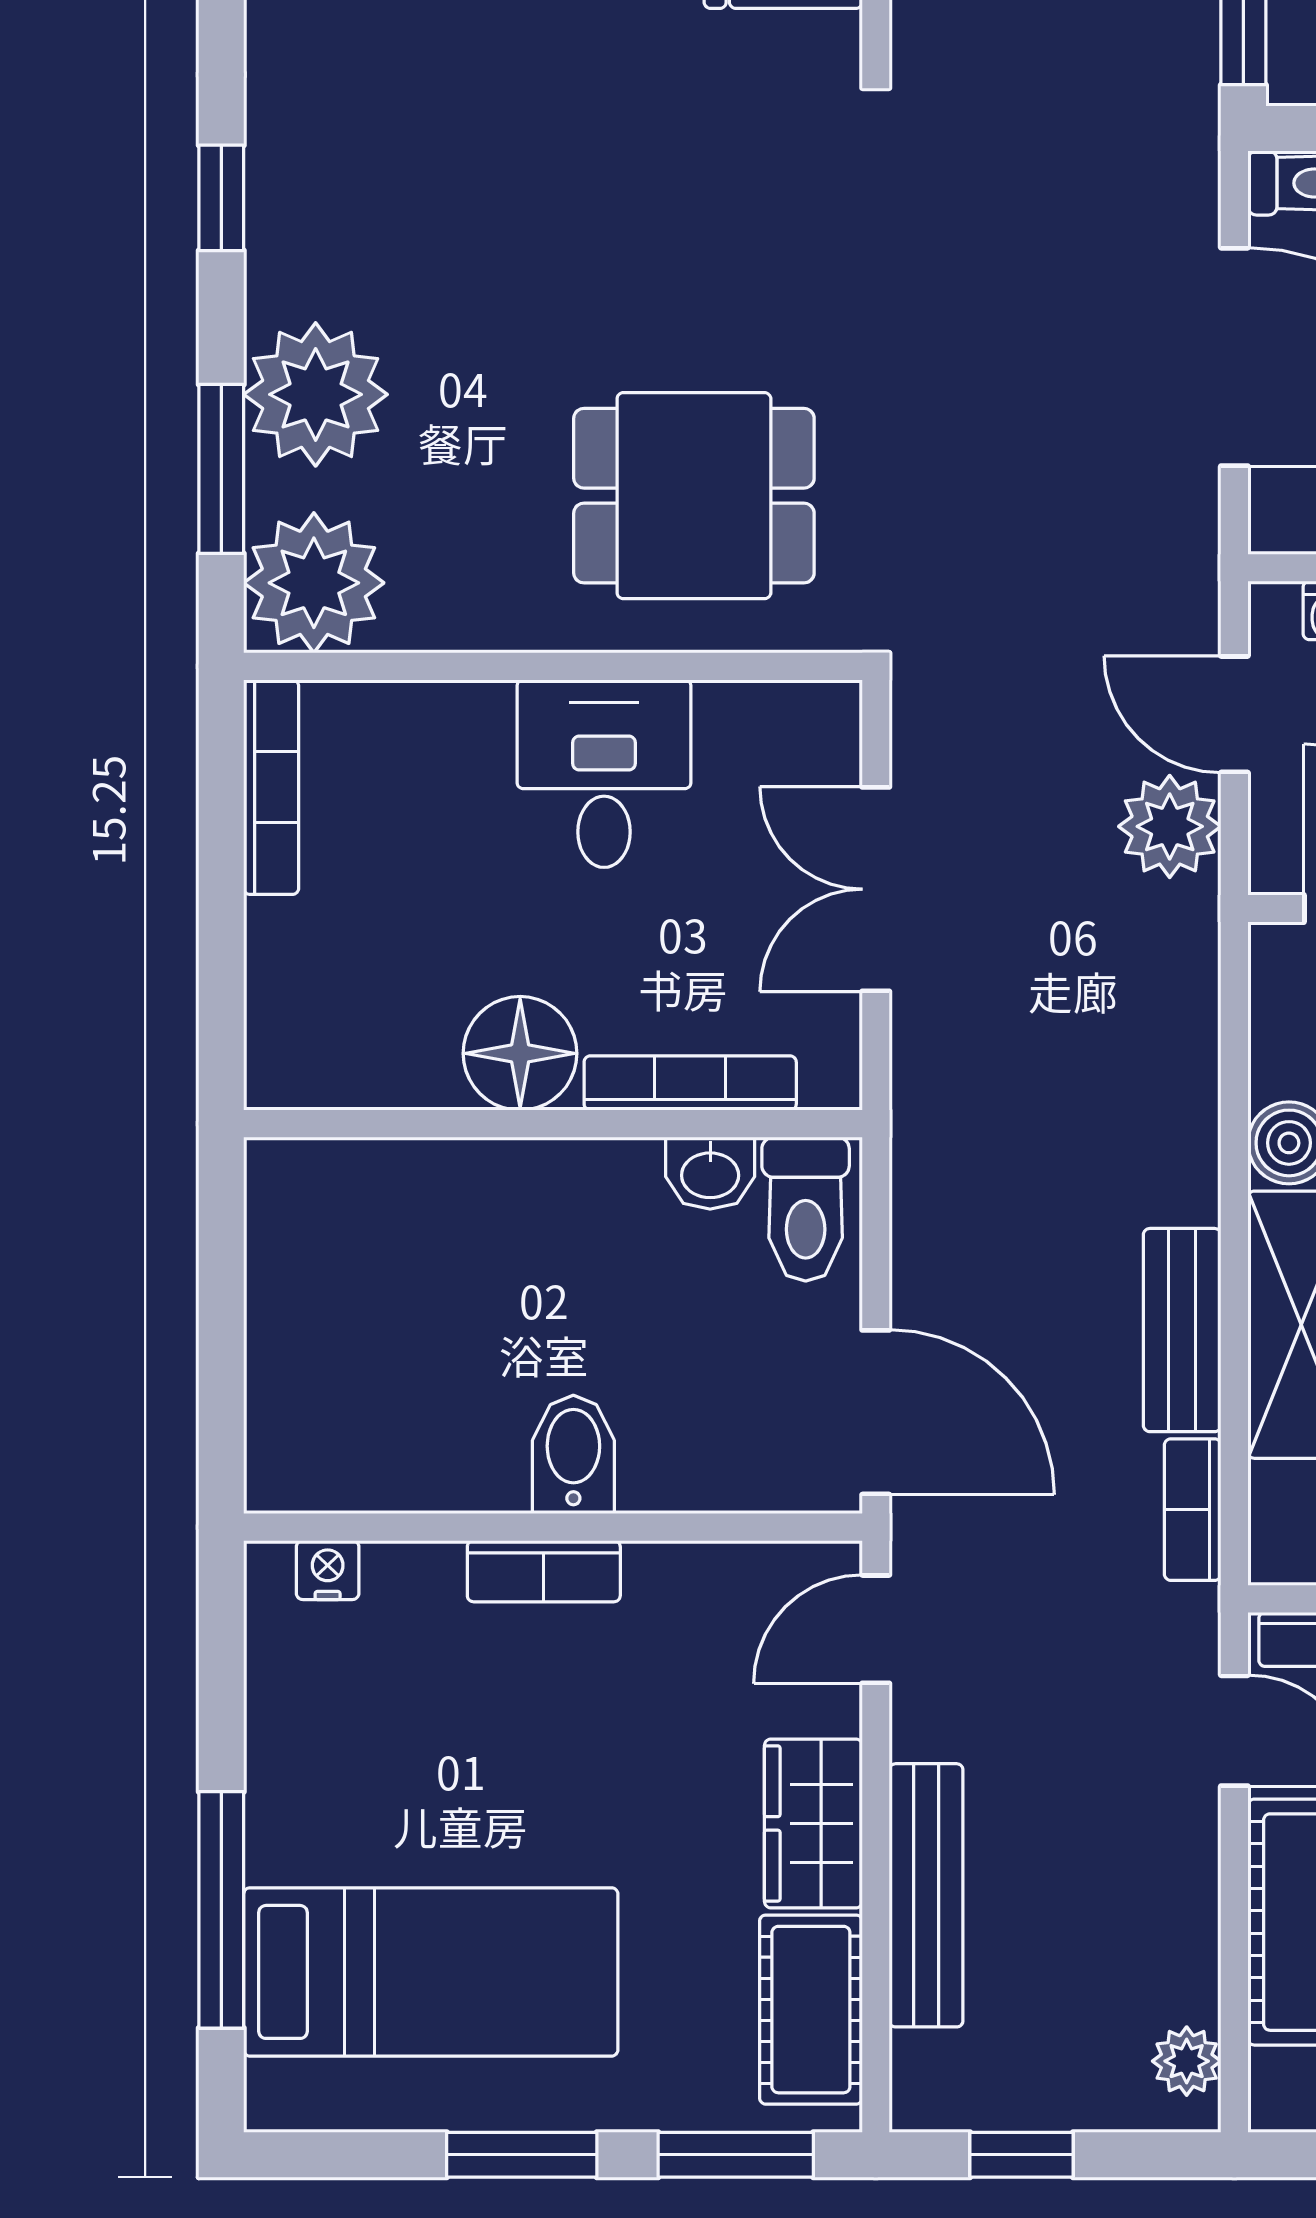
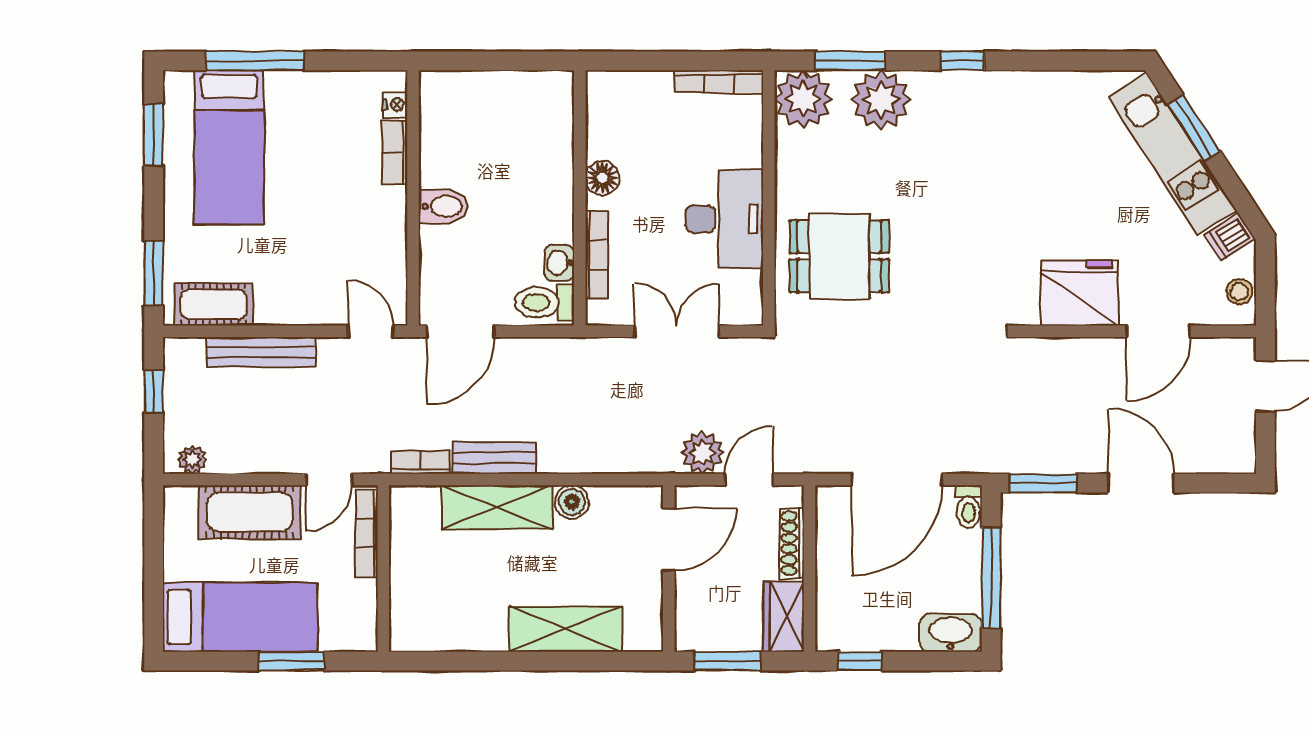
dining table: (694, 496) -> (839, 256), turned 90
desk: (604, 774) -> (724, 219), width x1.37
floor lamp: (520, 1053) -> (602, 178), width x0.73, depth x0.73
bookcase: (544, 1571) -> (395, 152), moved
wardrobe: (813, 1823) -> (291, 305), removed
window: (522, 2155) -> (154, 135), moved

